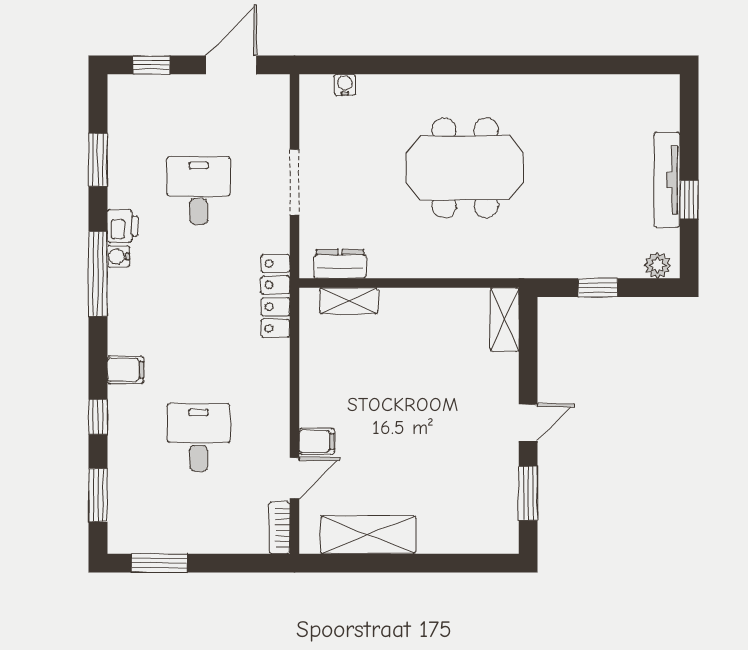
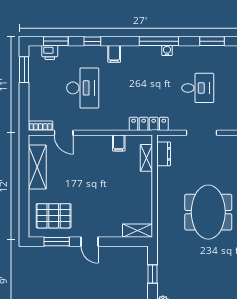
printer: (123, 226) -> (50, 53), moved
desk: (199, 437) -> (83, 88), width x1.37
filing cabinet: (317, 441) -> (119, 143), moved
pallet: (473, 500) -> (54, 216), added

